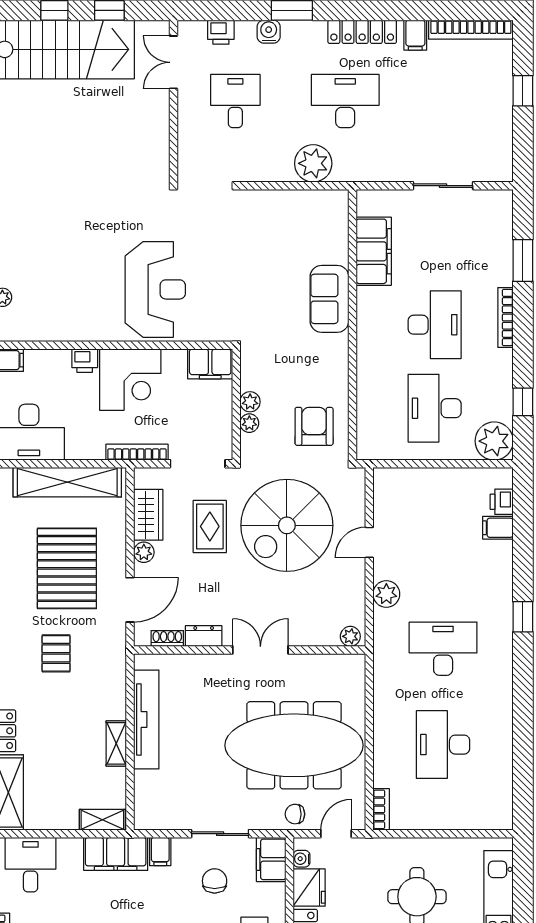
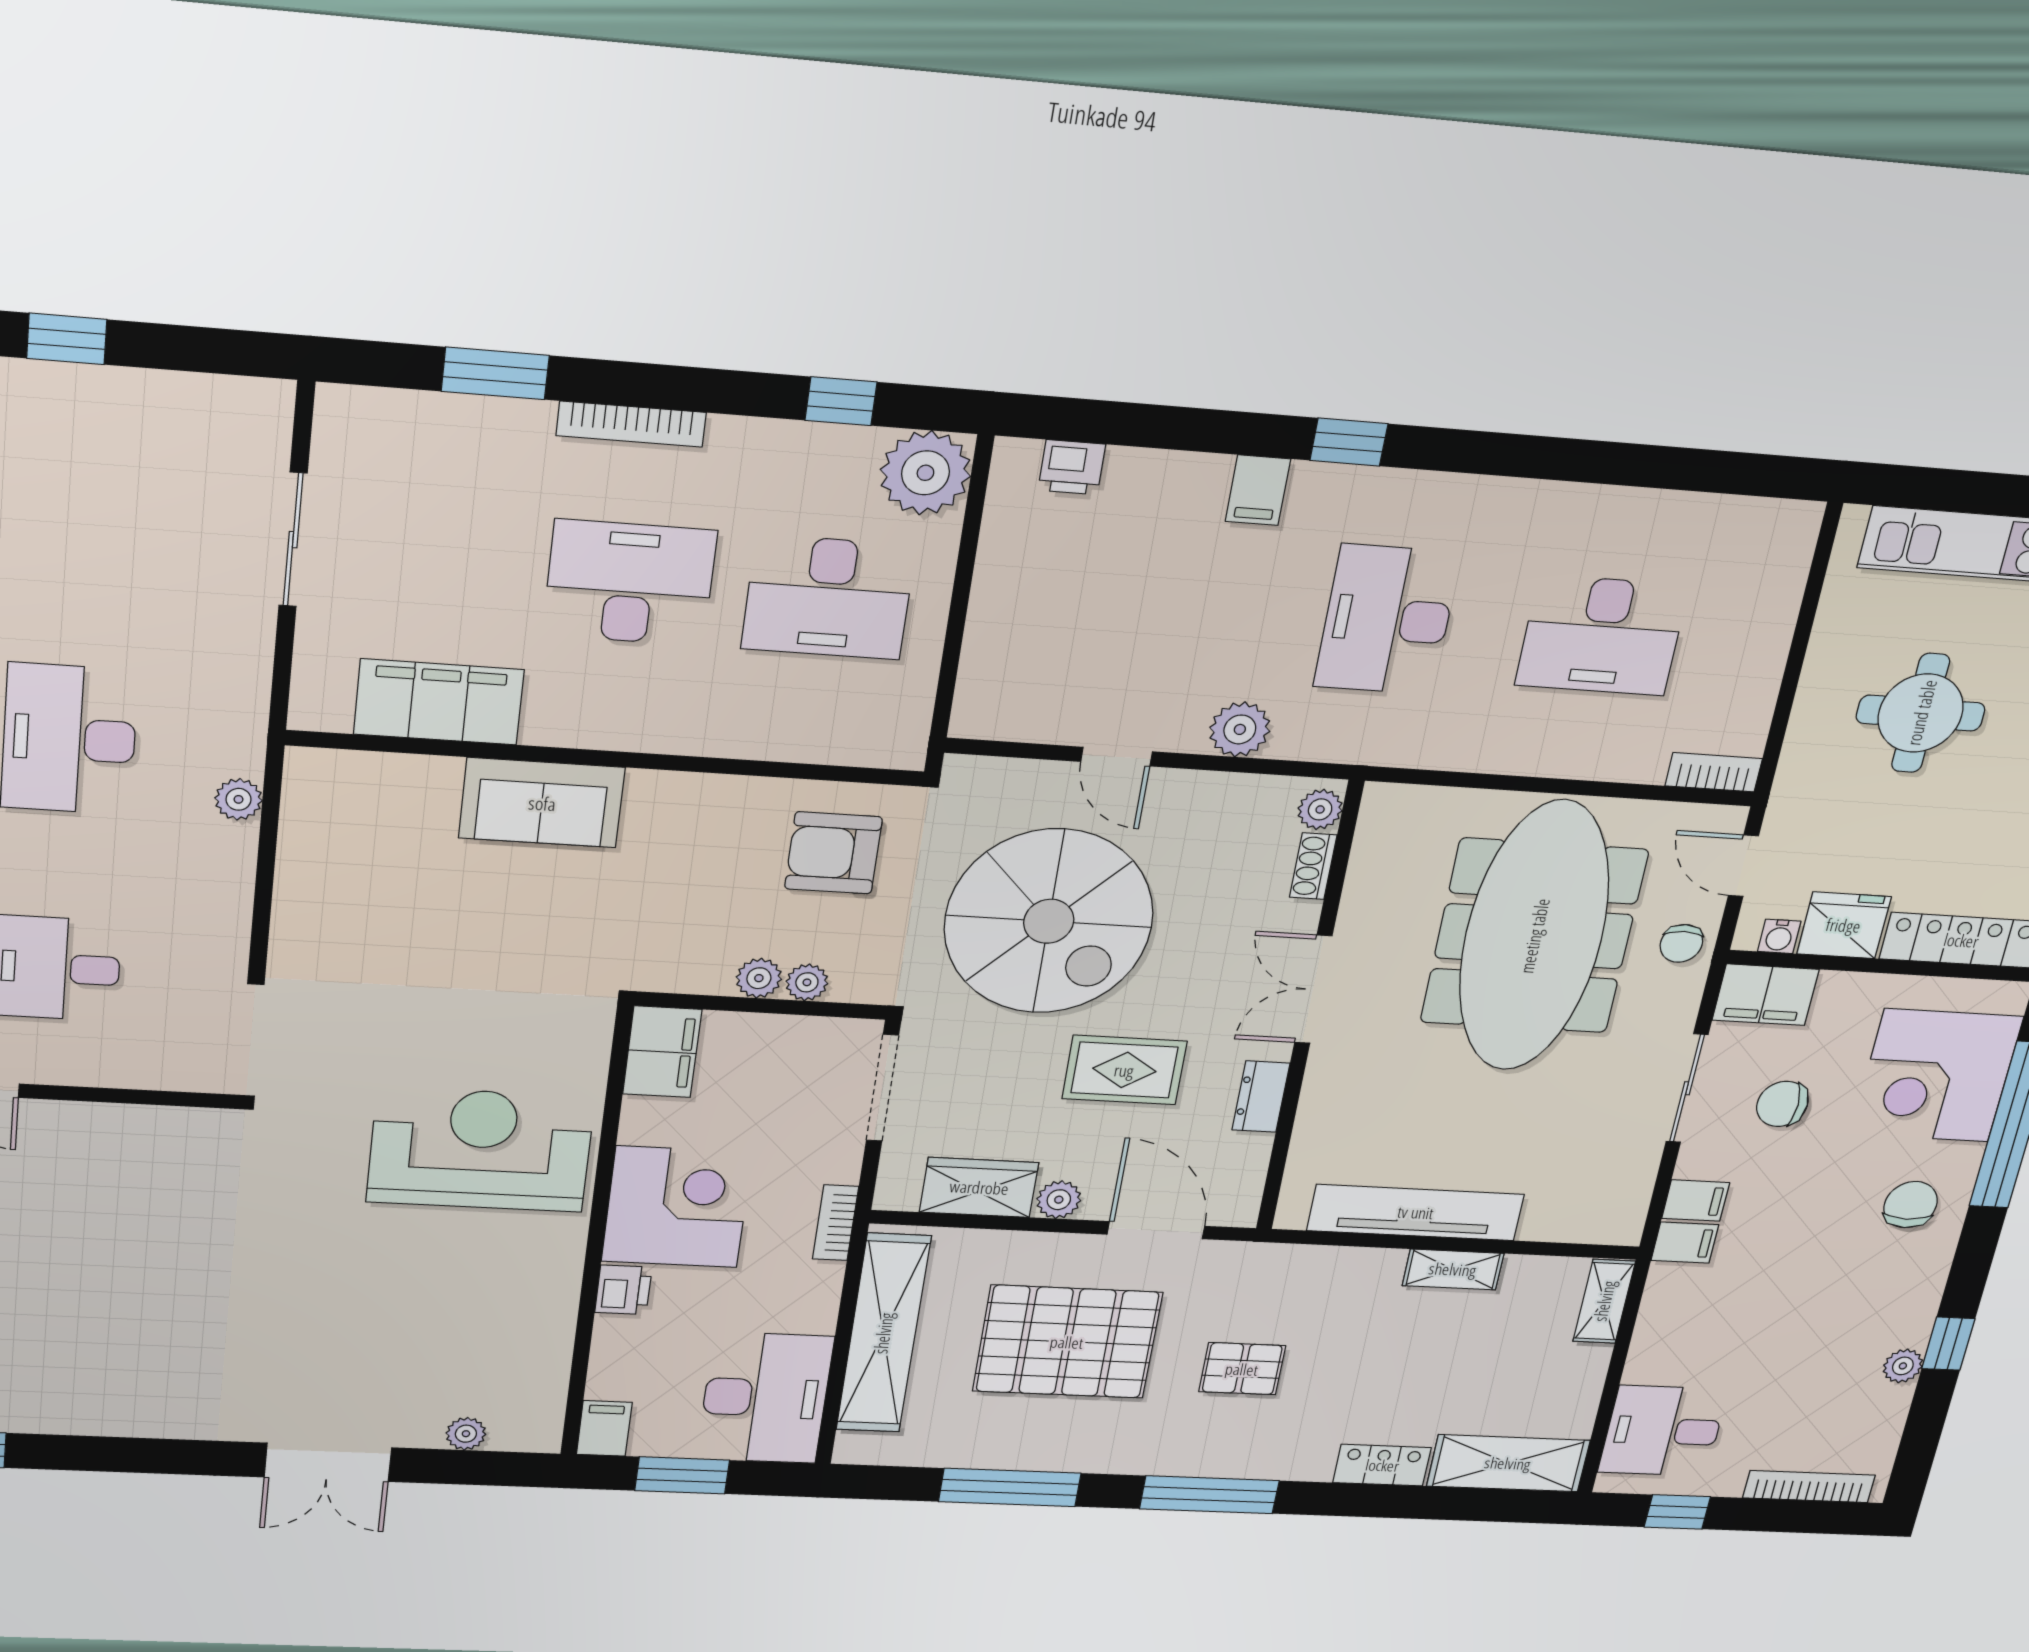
plant: (313, 163) -> (239, 799), width x0.53, depth x0.53
bookcase: (137, 452) -> (836, 1223), width x0.64
rug: (210, 526) -> (1124, 1070), moved
filing cabinet: (498, 528) -> (1258, 490), moved
shoe rack: (167, 638) -> (1313, 866), moved
filing cabinet: (116, 854) -> (1685, 1243), width x0.33, depth x0.86

